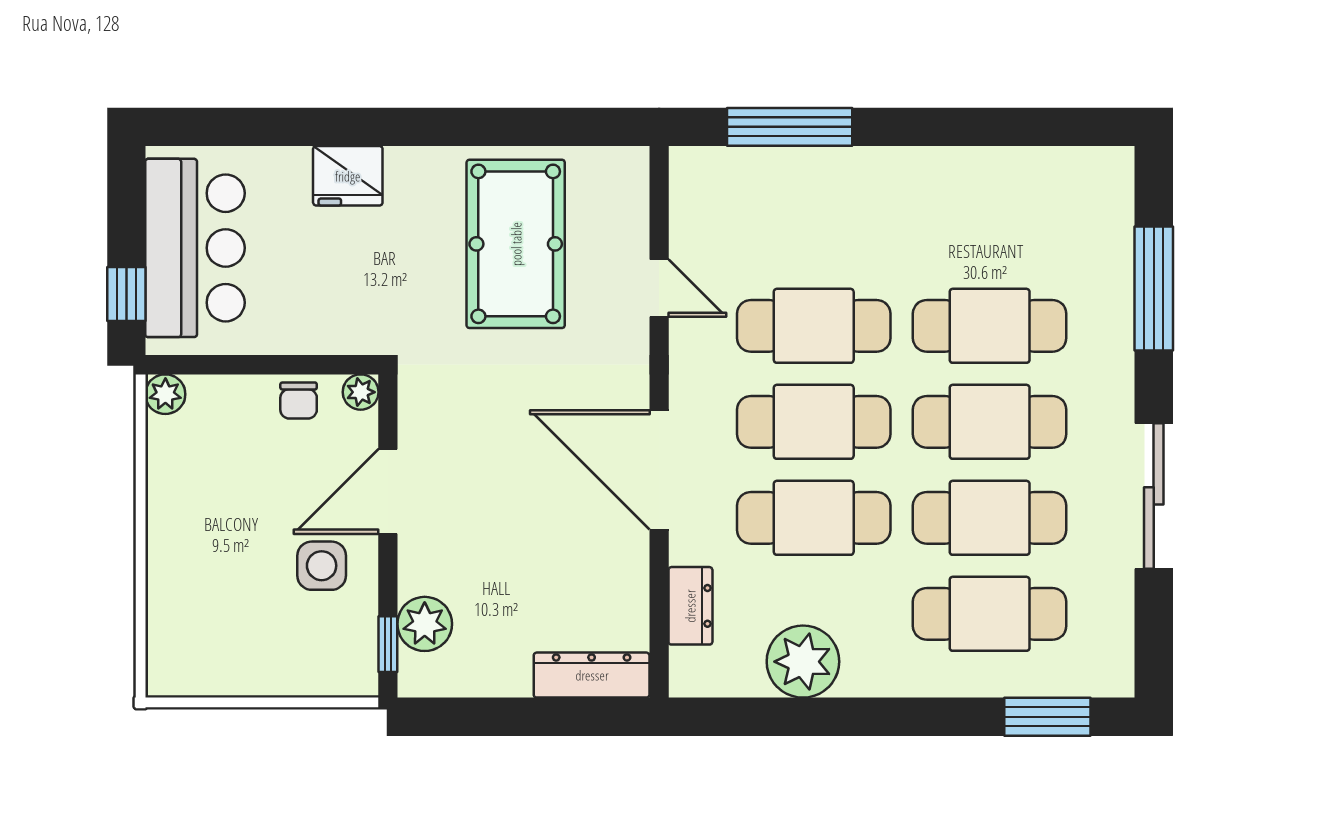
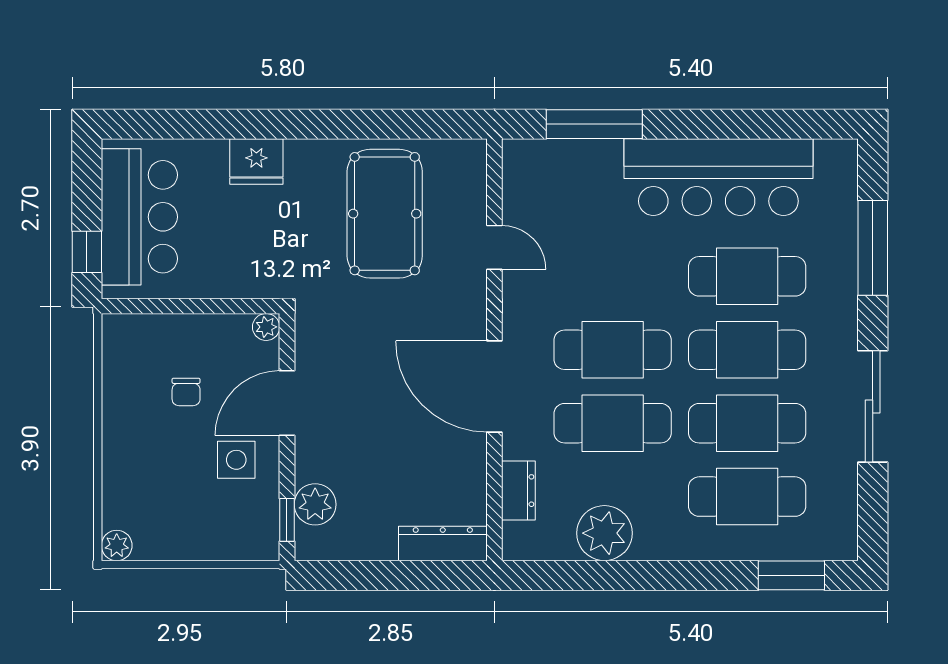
bar counter: (952, 196) -> (718, 177), added
cafe table: (814, 326) -> (613, 276), removed
plant: (165, 394) -> (117, 546), moved
chair: (299, 400) -> (186, 392), moved

